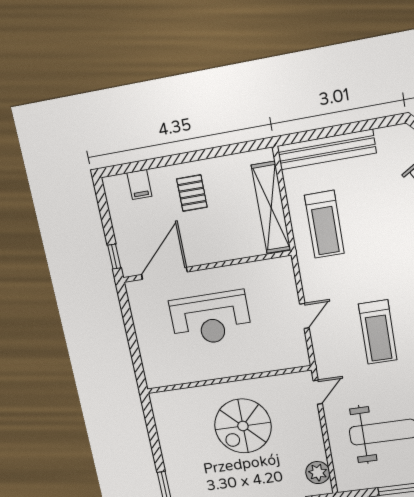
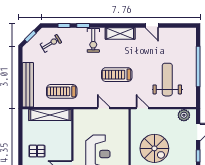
treadmill: (324, 224) -> (62, 91), turned 180
treadmill: (378, 332) -> (117, 75), turned 180

